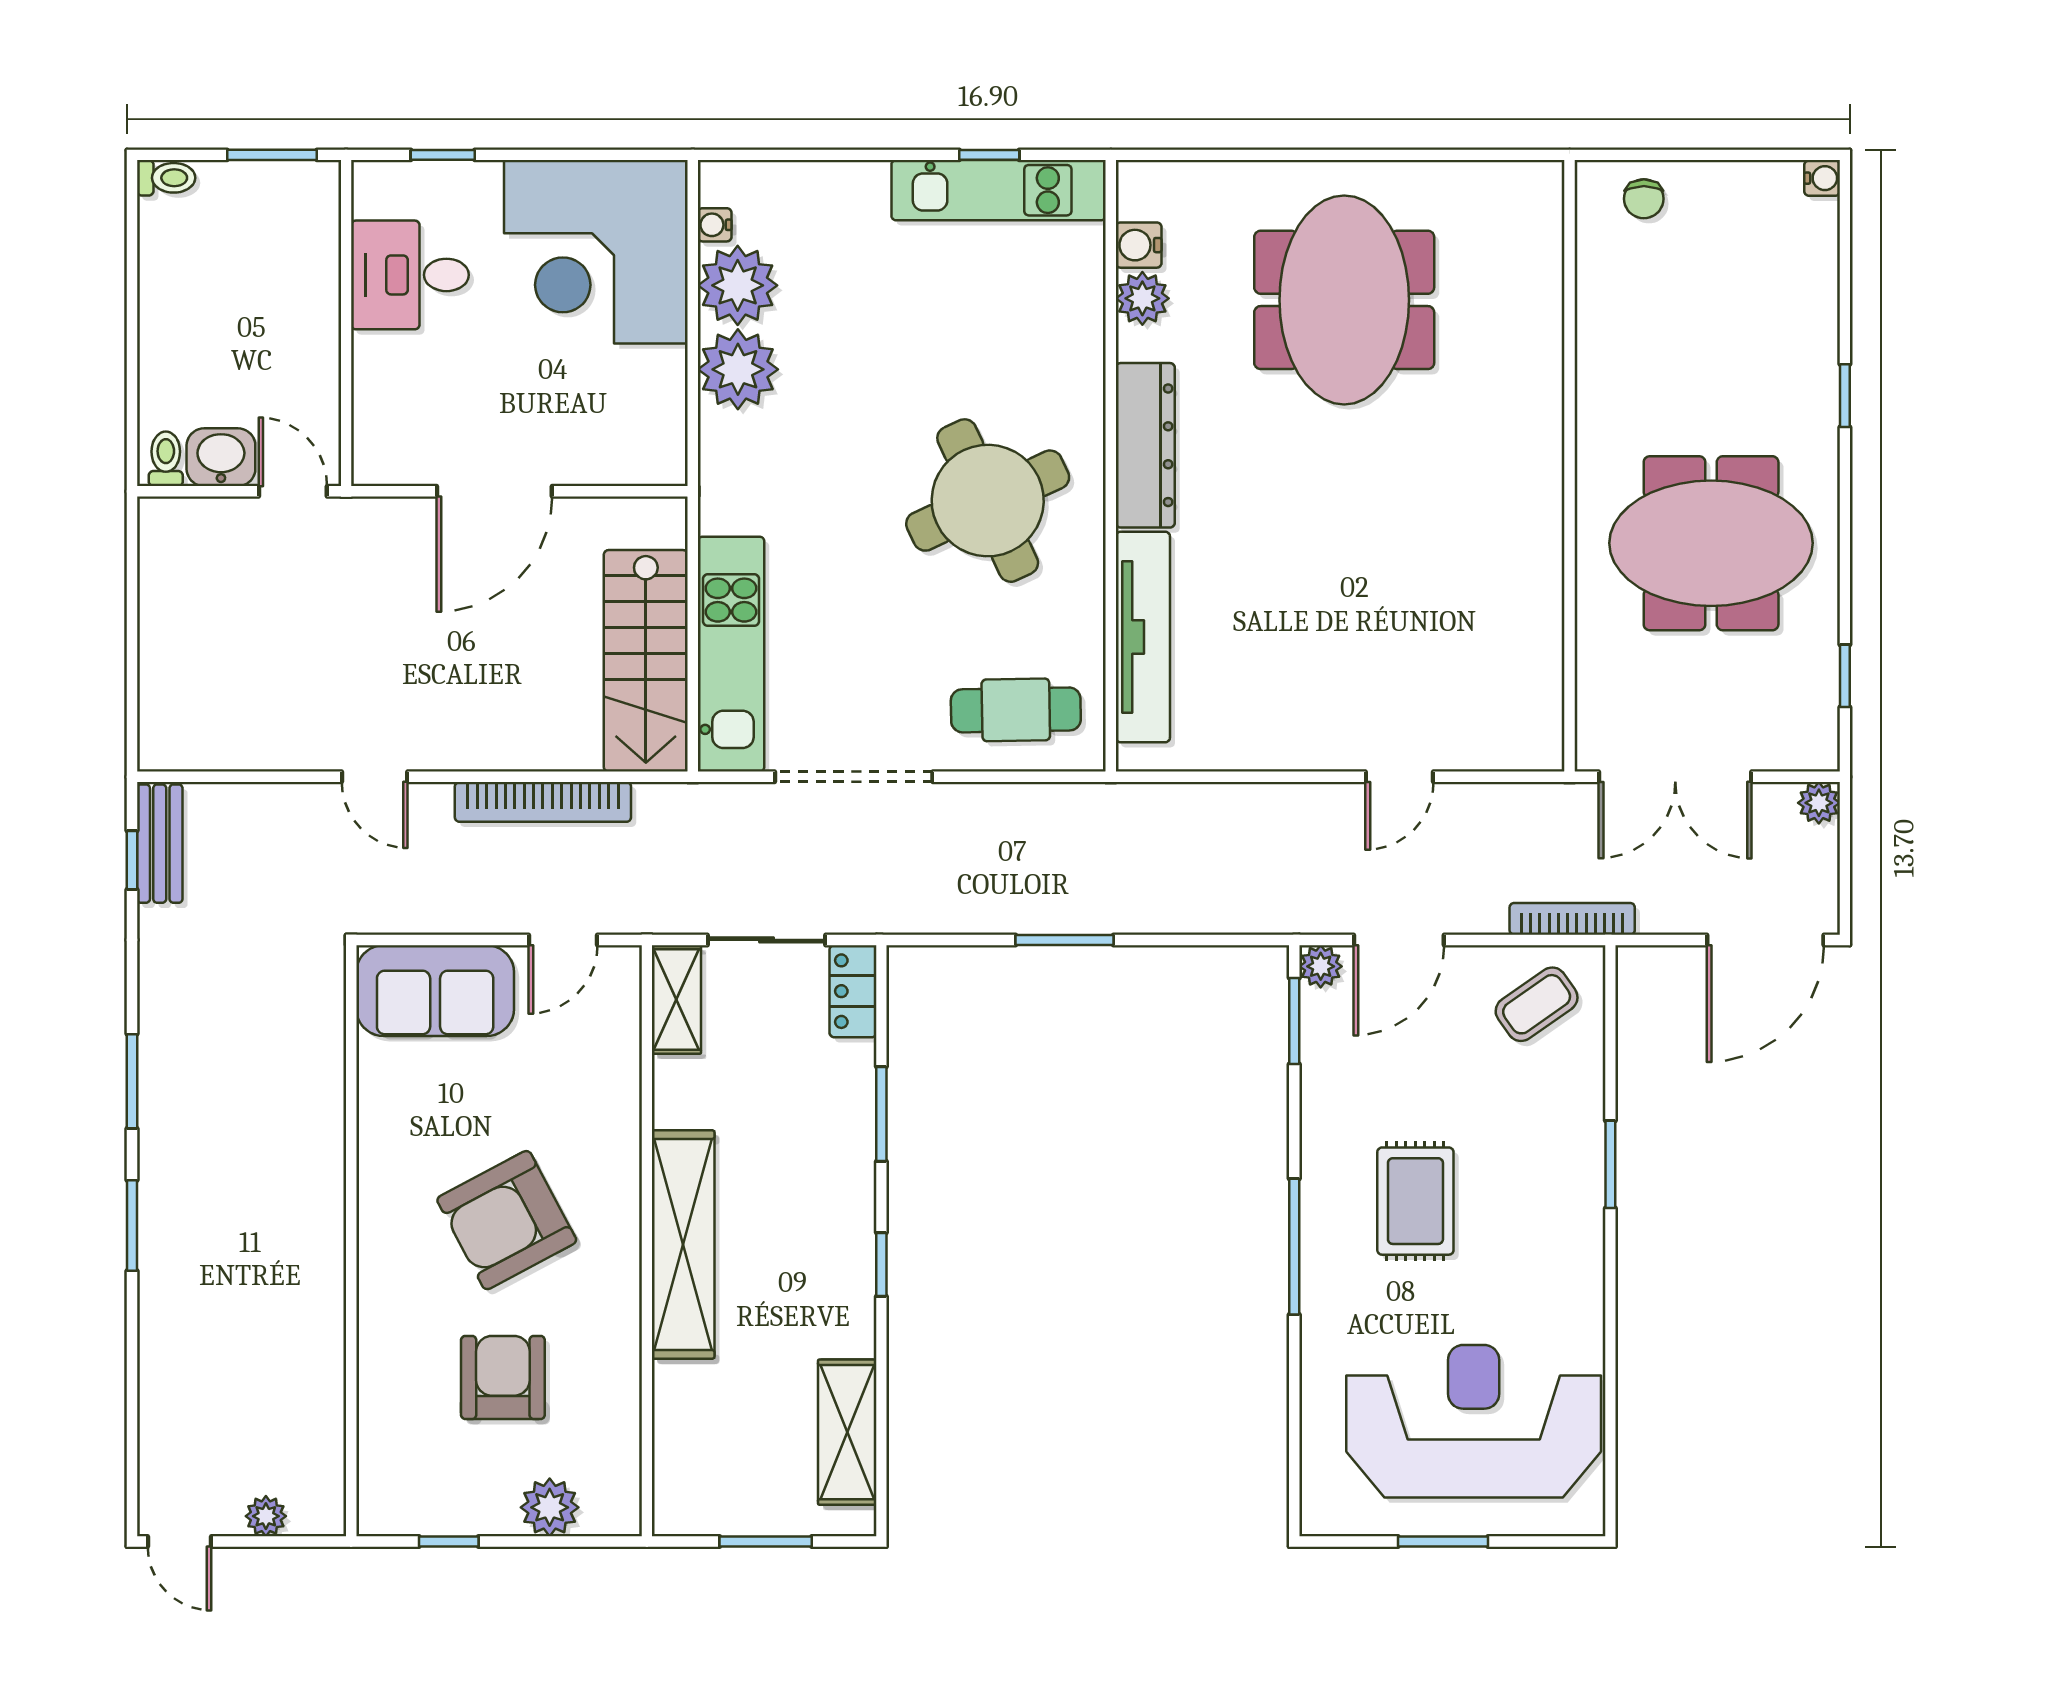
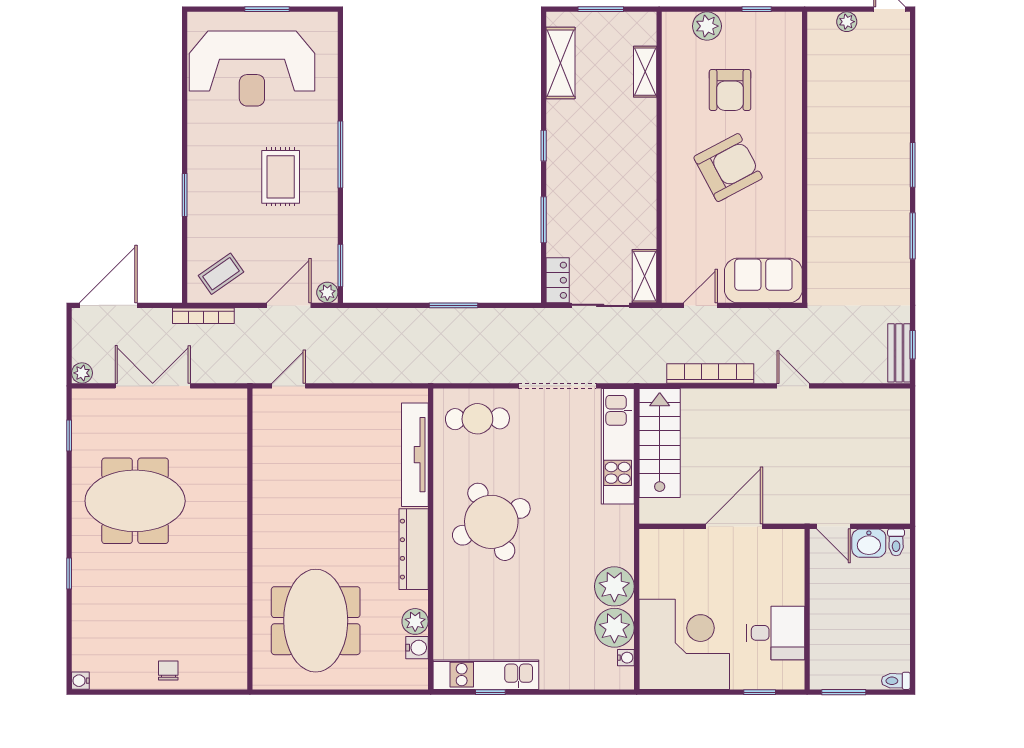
wall: (1570, 466) -> (250, 539), moved
shelving: (683, 1245) -> (645, 72), moved, width x0.45, depth x0.75

